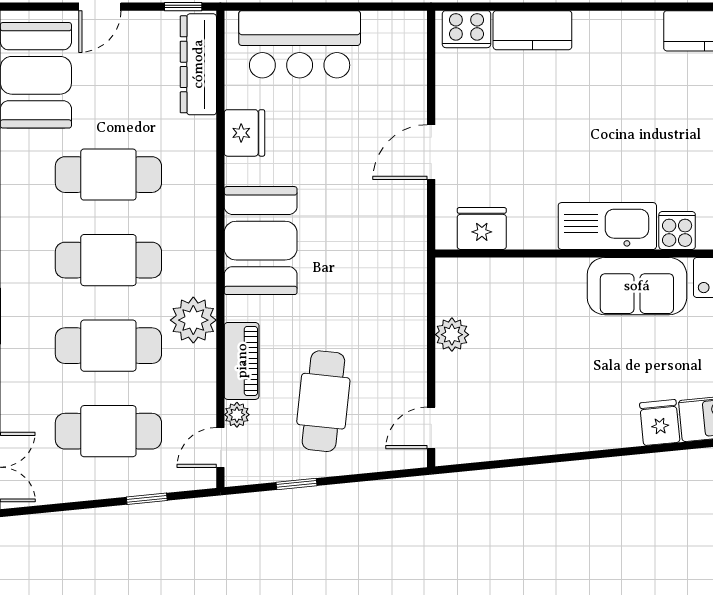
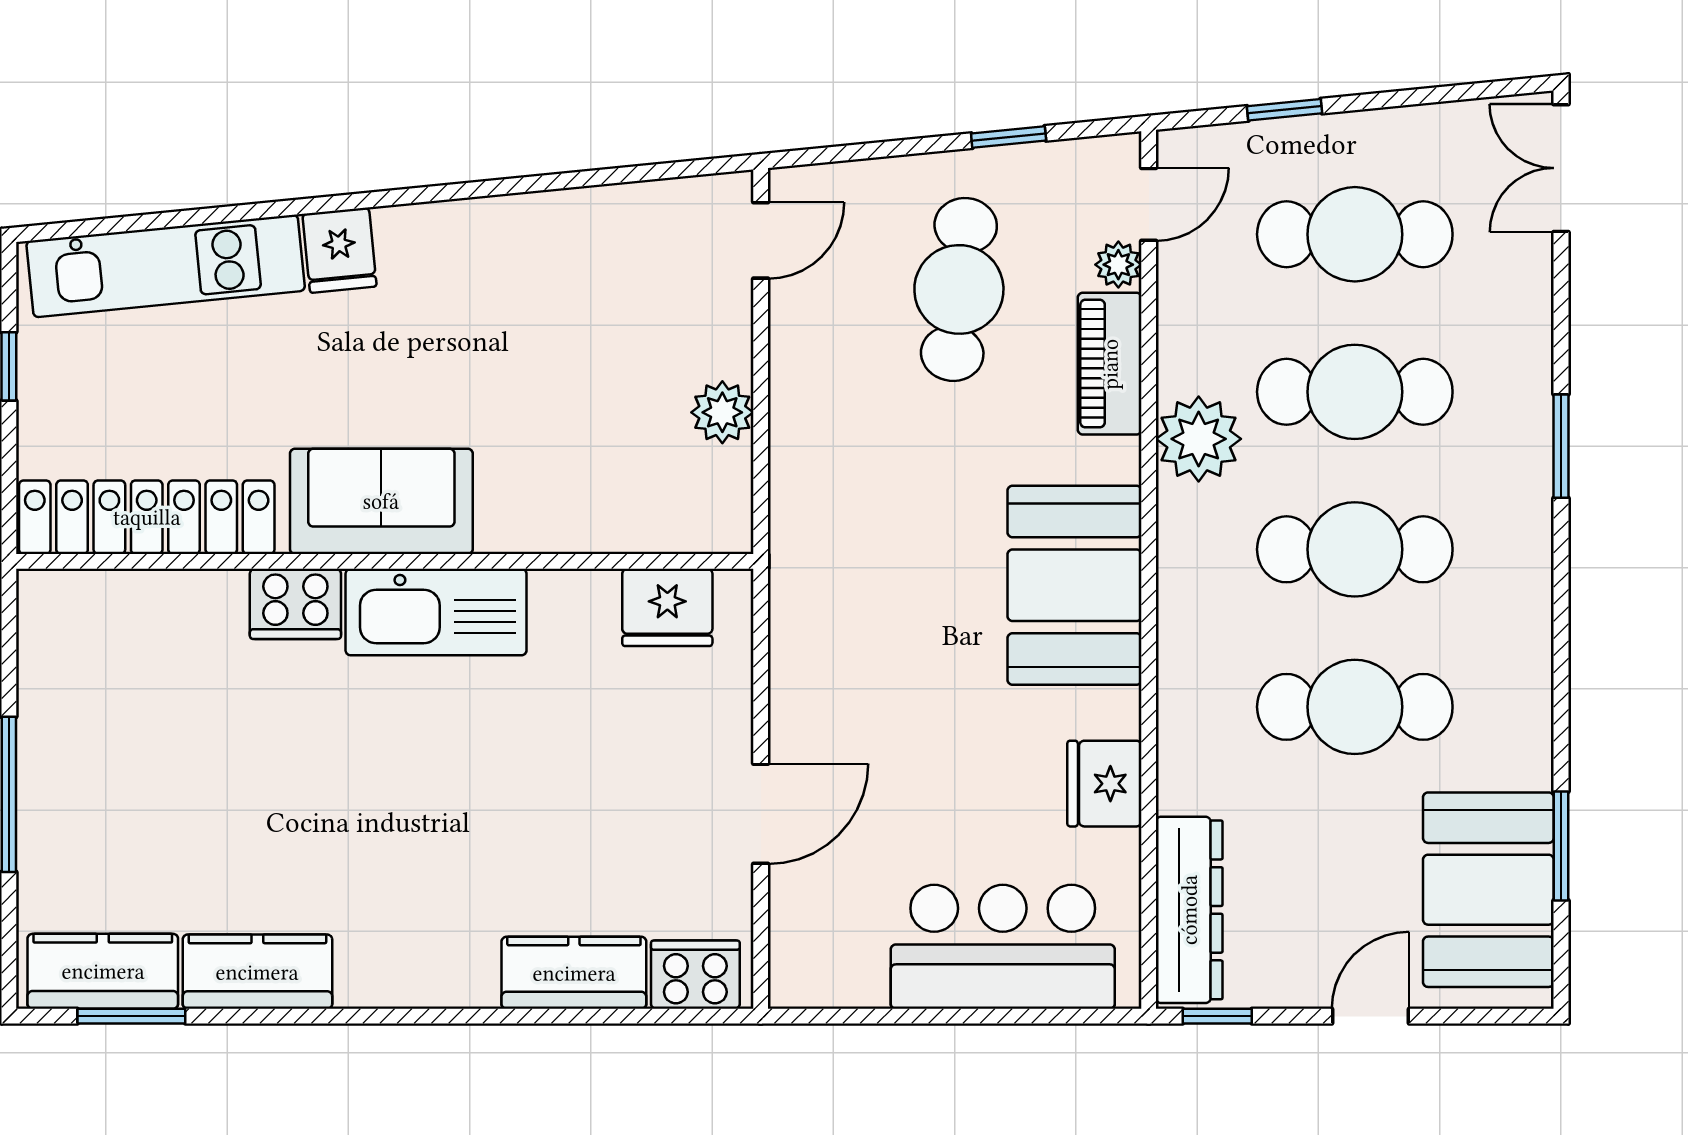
door: (431, 152) -> (761, 814), moved
cooker: (677, 230) -> (295, 604), width x1.36

